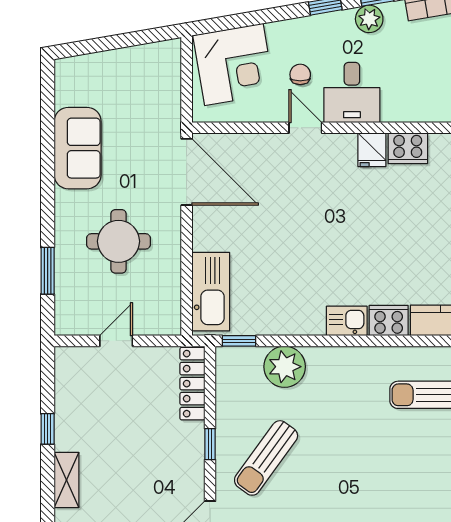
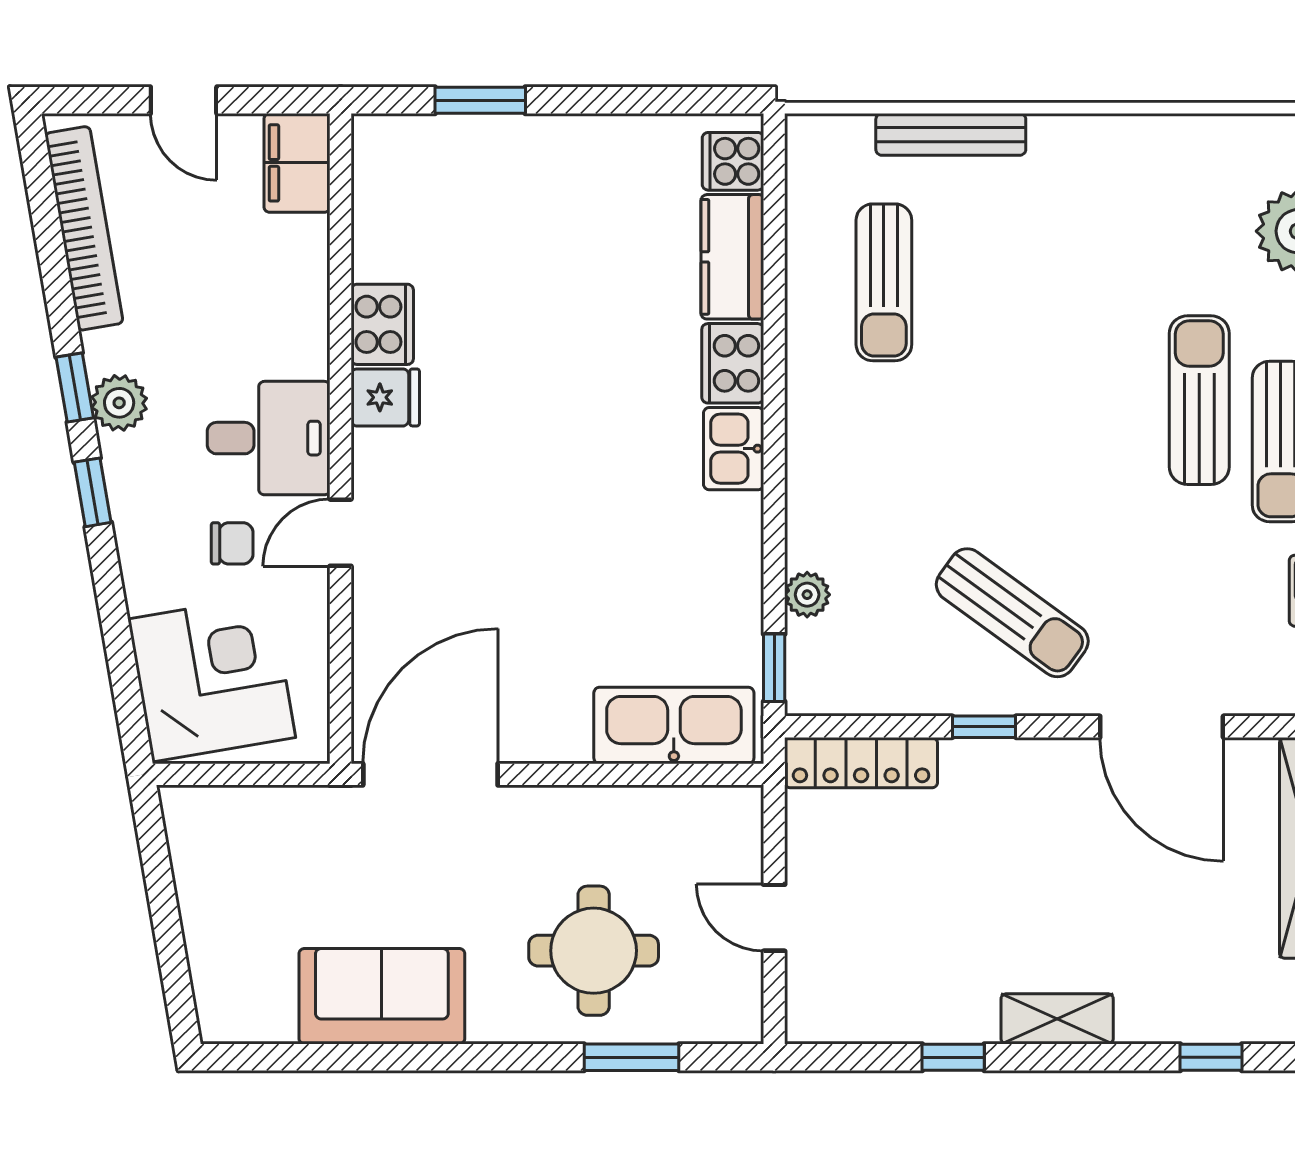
chair: (300, 74) -> (232, 543), turned 180
round table: (119, 241) -> (594, 951), moved
plant: (285, 367) -> (807, 595), width x0.53, depth x0.53

